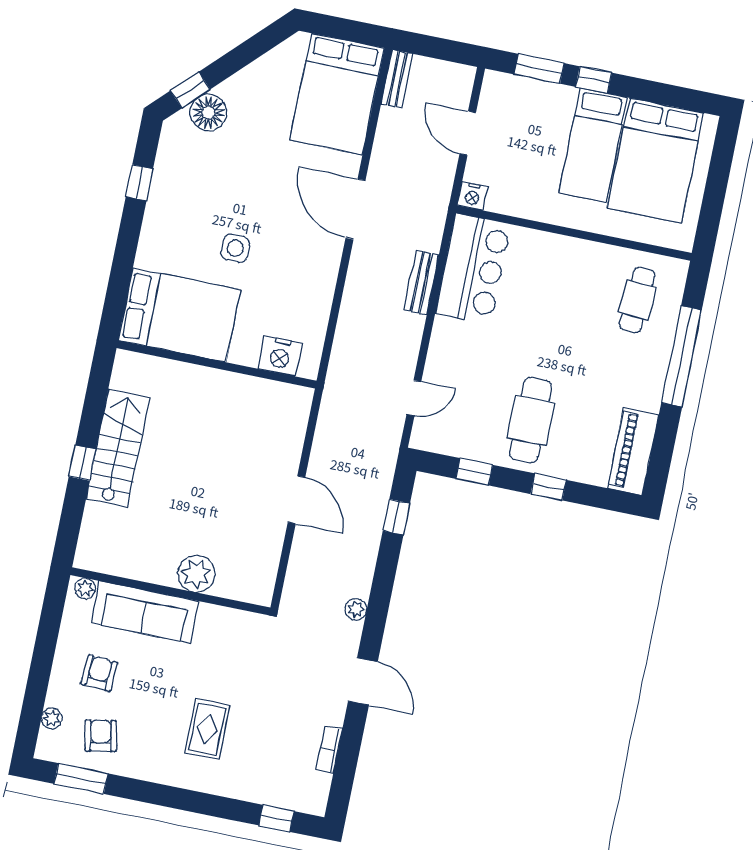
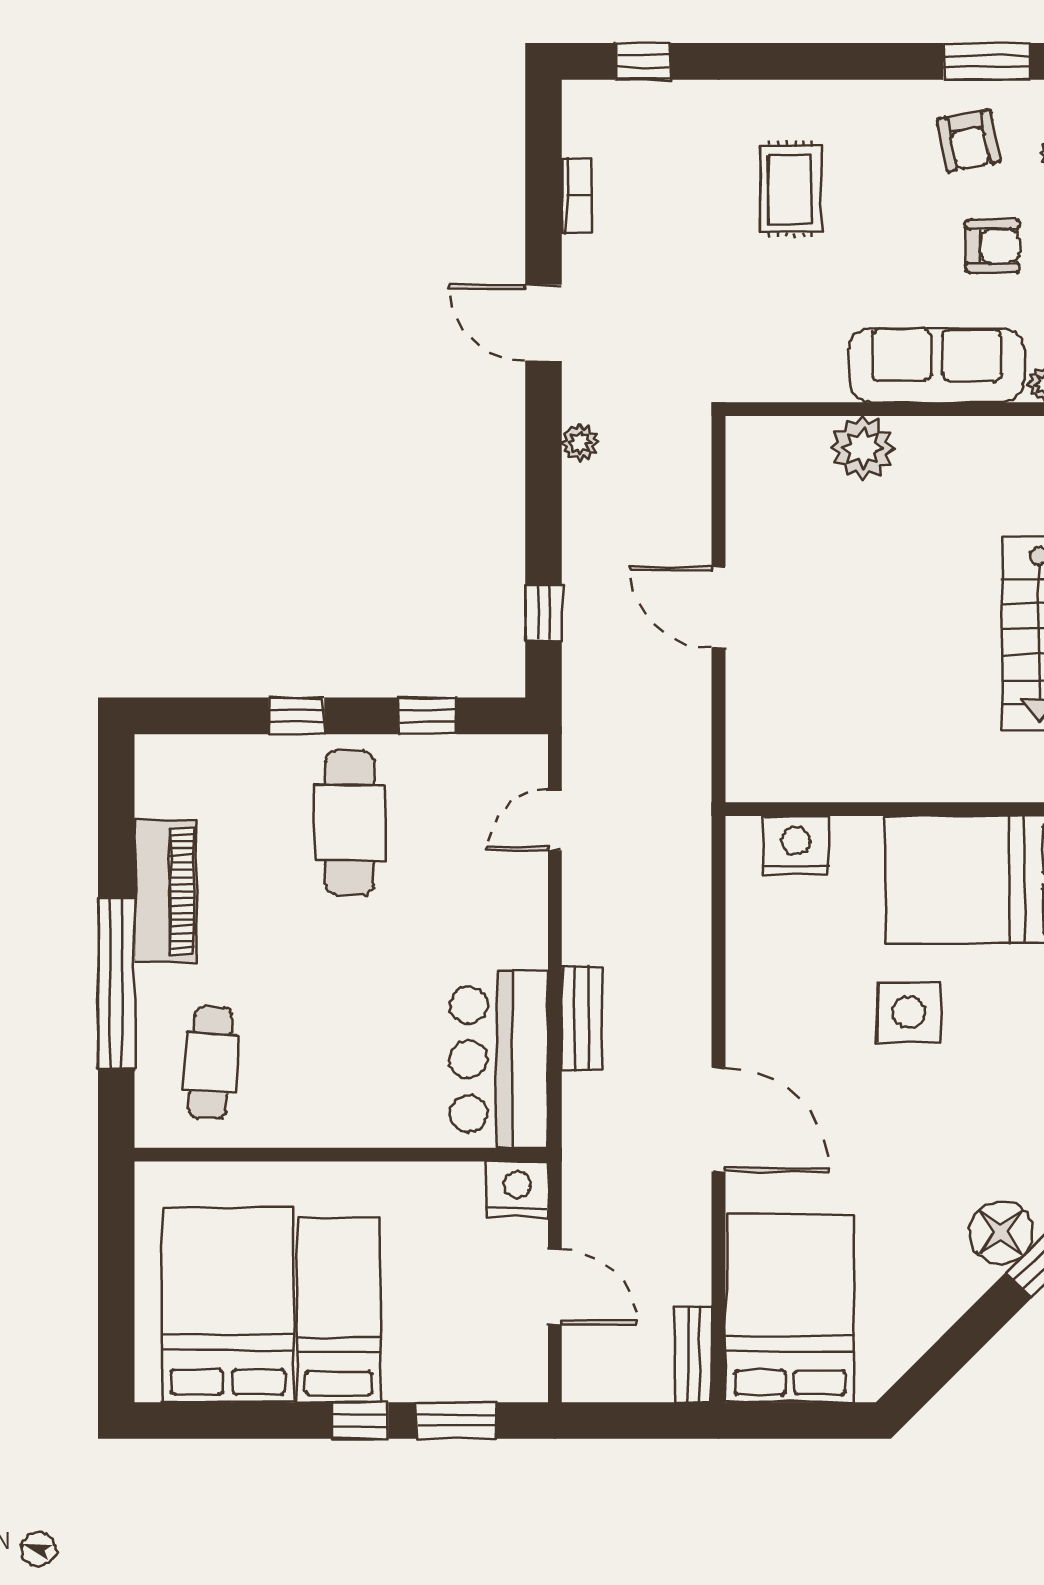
nightstand: (472, 196) -> (517, 1189), width x1.36, depth x1.33
side table: (235, 248) -> (909, 1012), width x1.37, depth x1.37
piano: (633, 451) -> (165, 891), moved
armchair: (99, 673) -> (993, 246), turned -94

